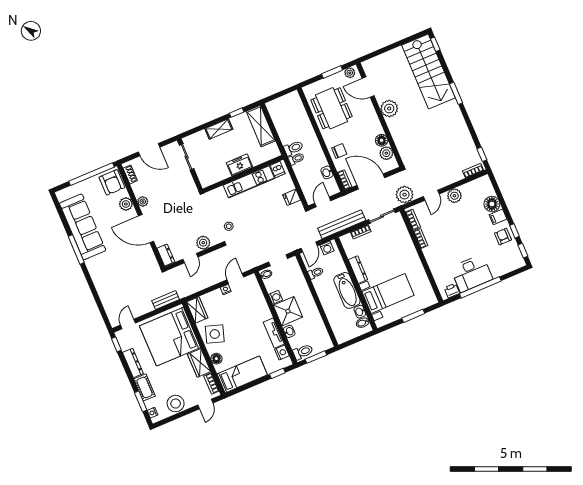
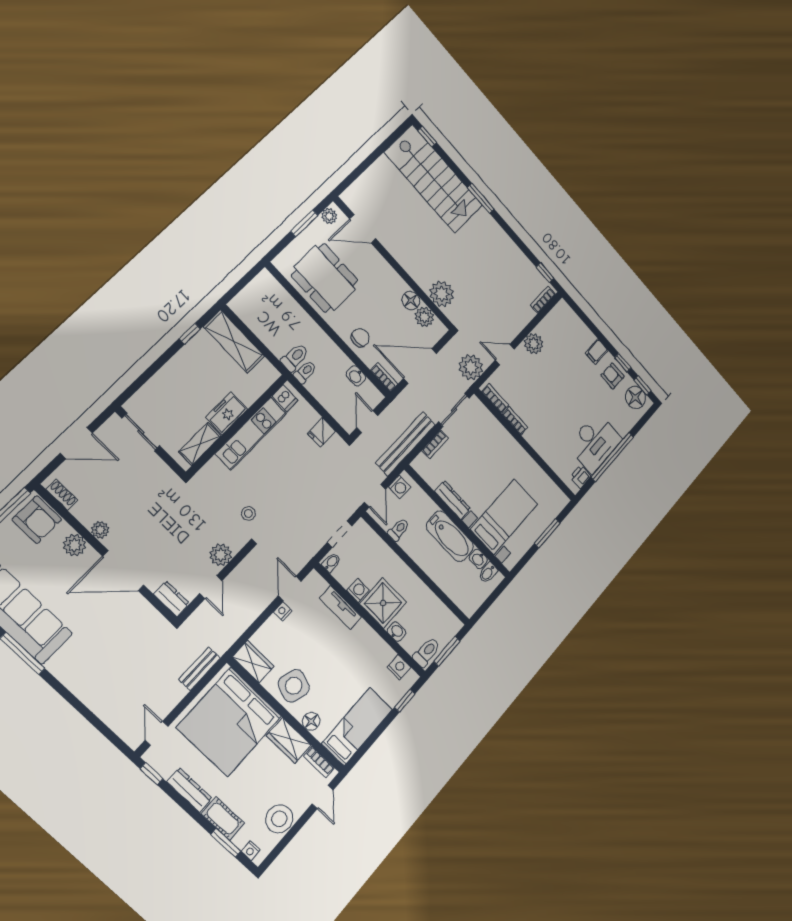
plant: (389, 109) -> (442, 294), moved
shelving: (219, 129) -> (200, 444), moved
door: (431, 195) -> (505, 355), swing flipped
floor lamp: (492, 204) -> (635, 397), moved
tv unit: (274, 333) -> (340, 608), moved

